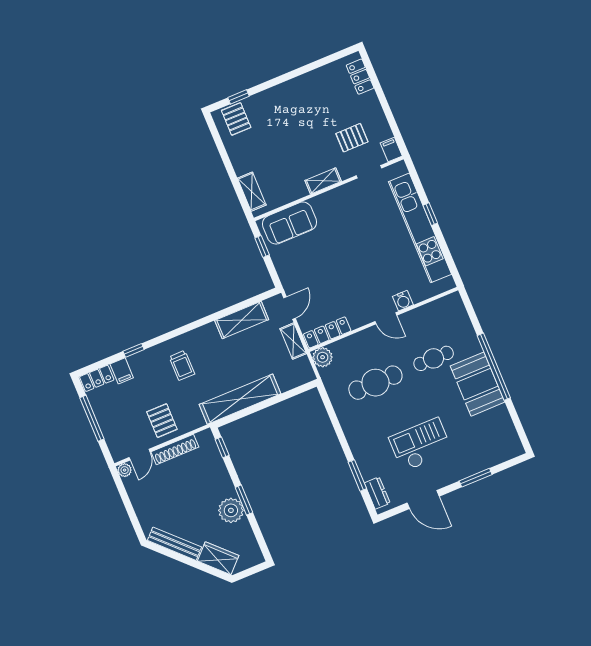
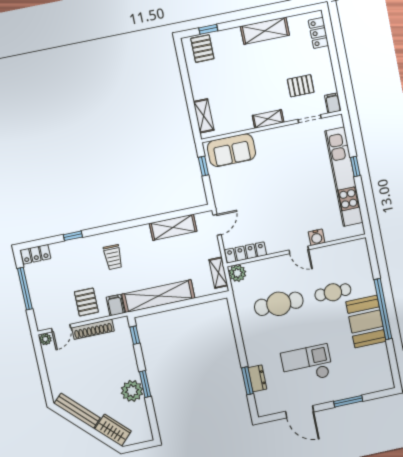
shelving: (301, 86) -> (265, 31), added
shelving: (293, 341) -> (218, 273), moved
filing cabinet: (122, 371) -> (115, 305), moved, turned 180
dresser: (377, 493) -> (257, 378), moved

